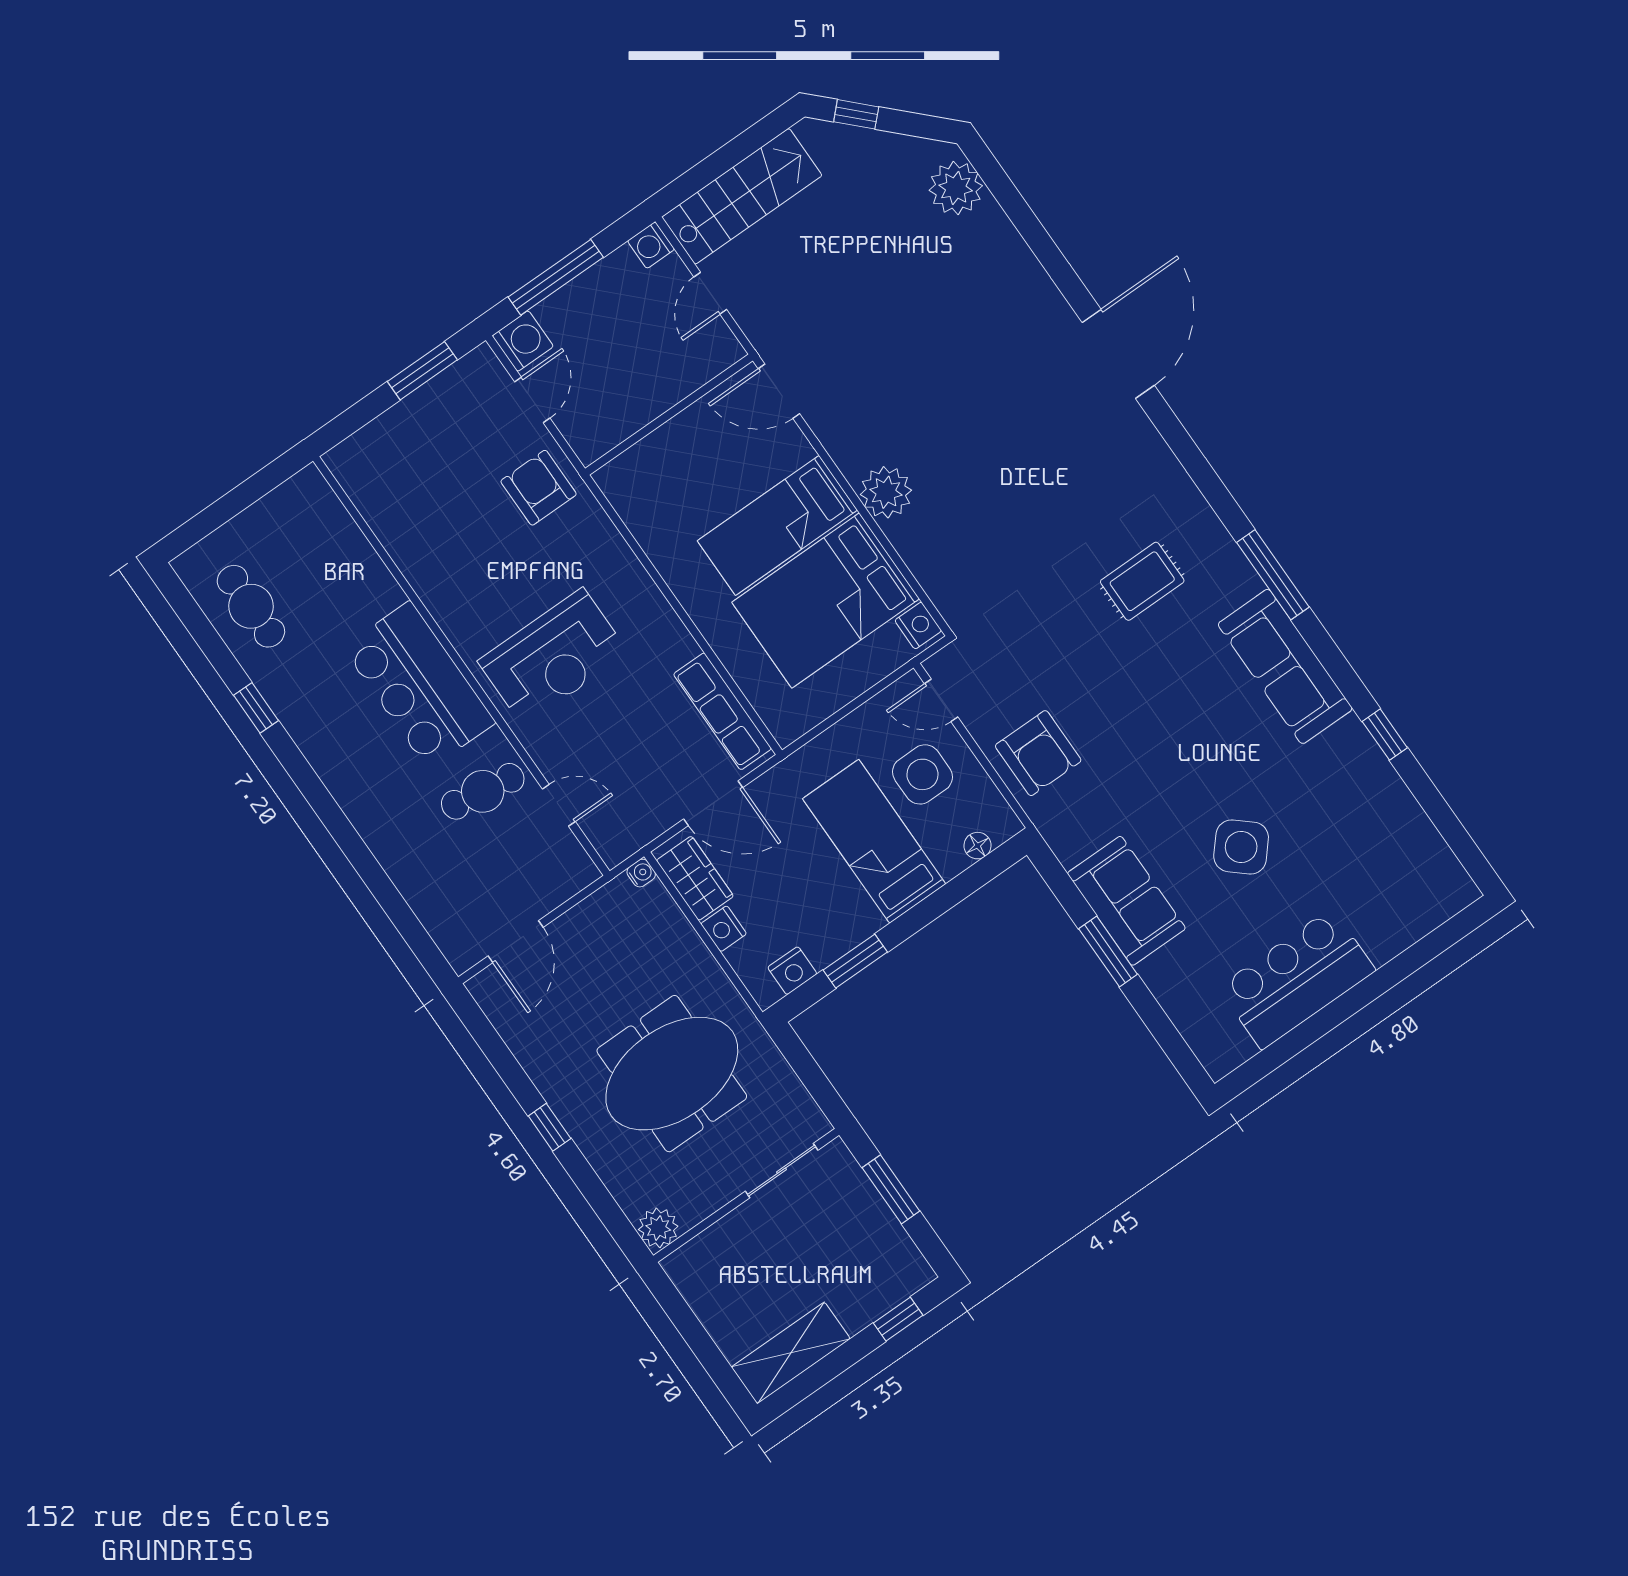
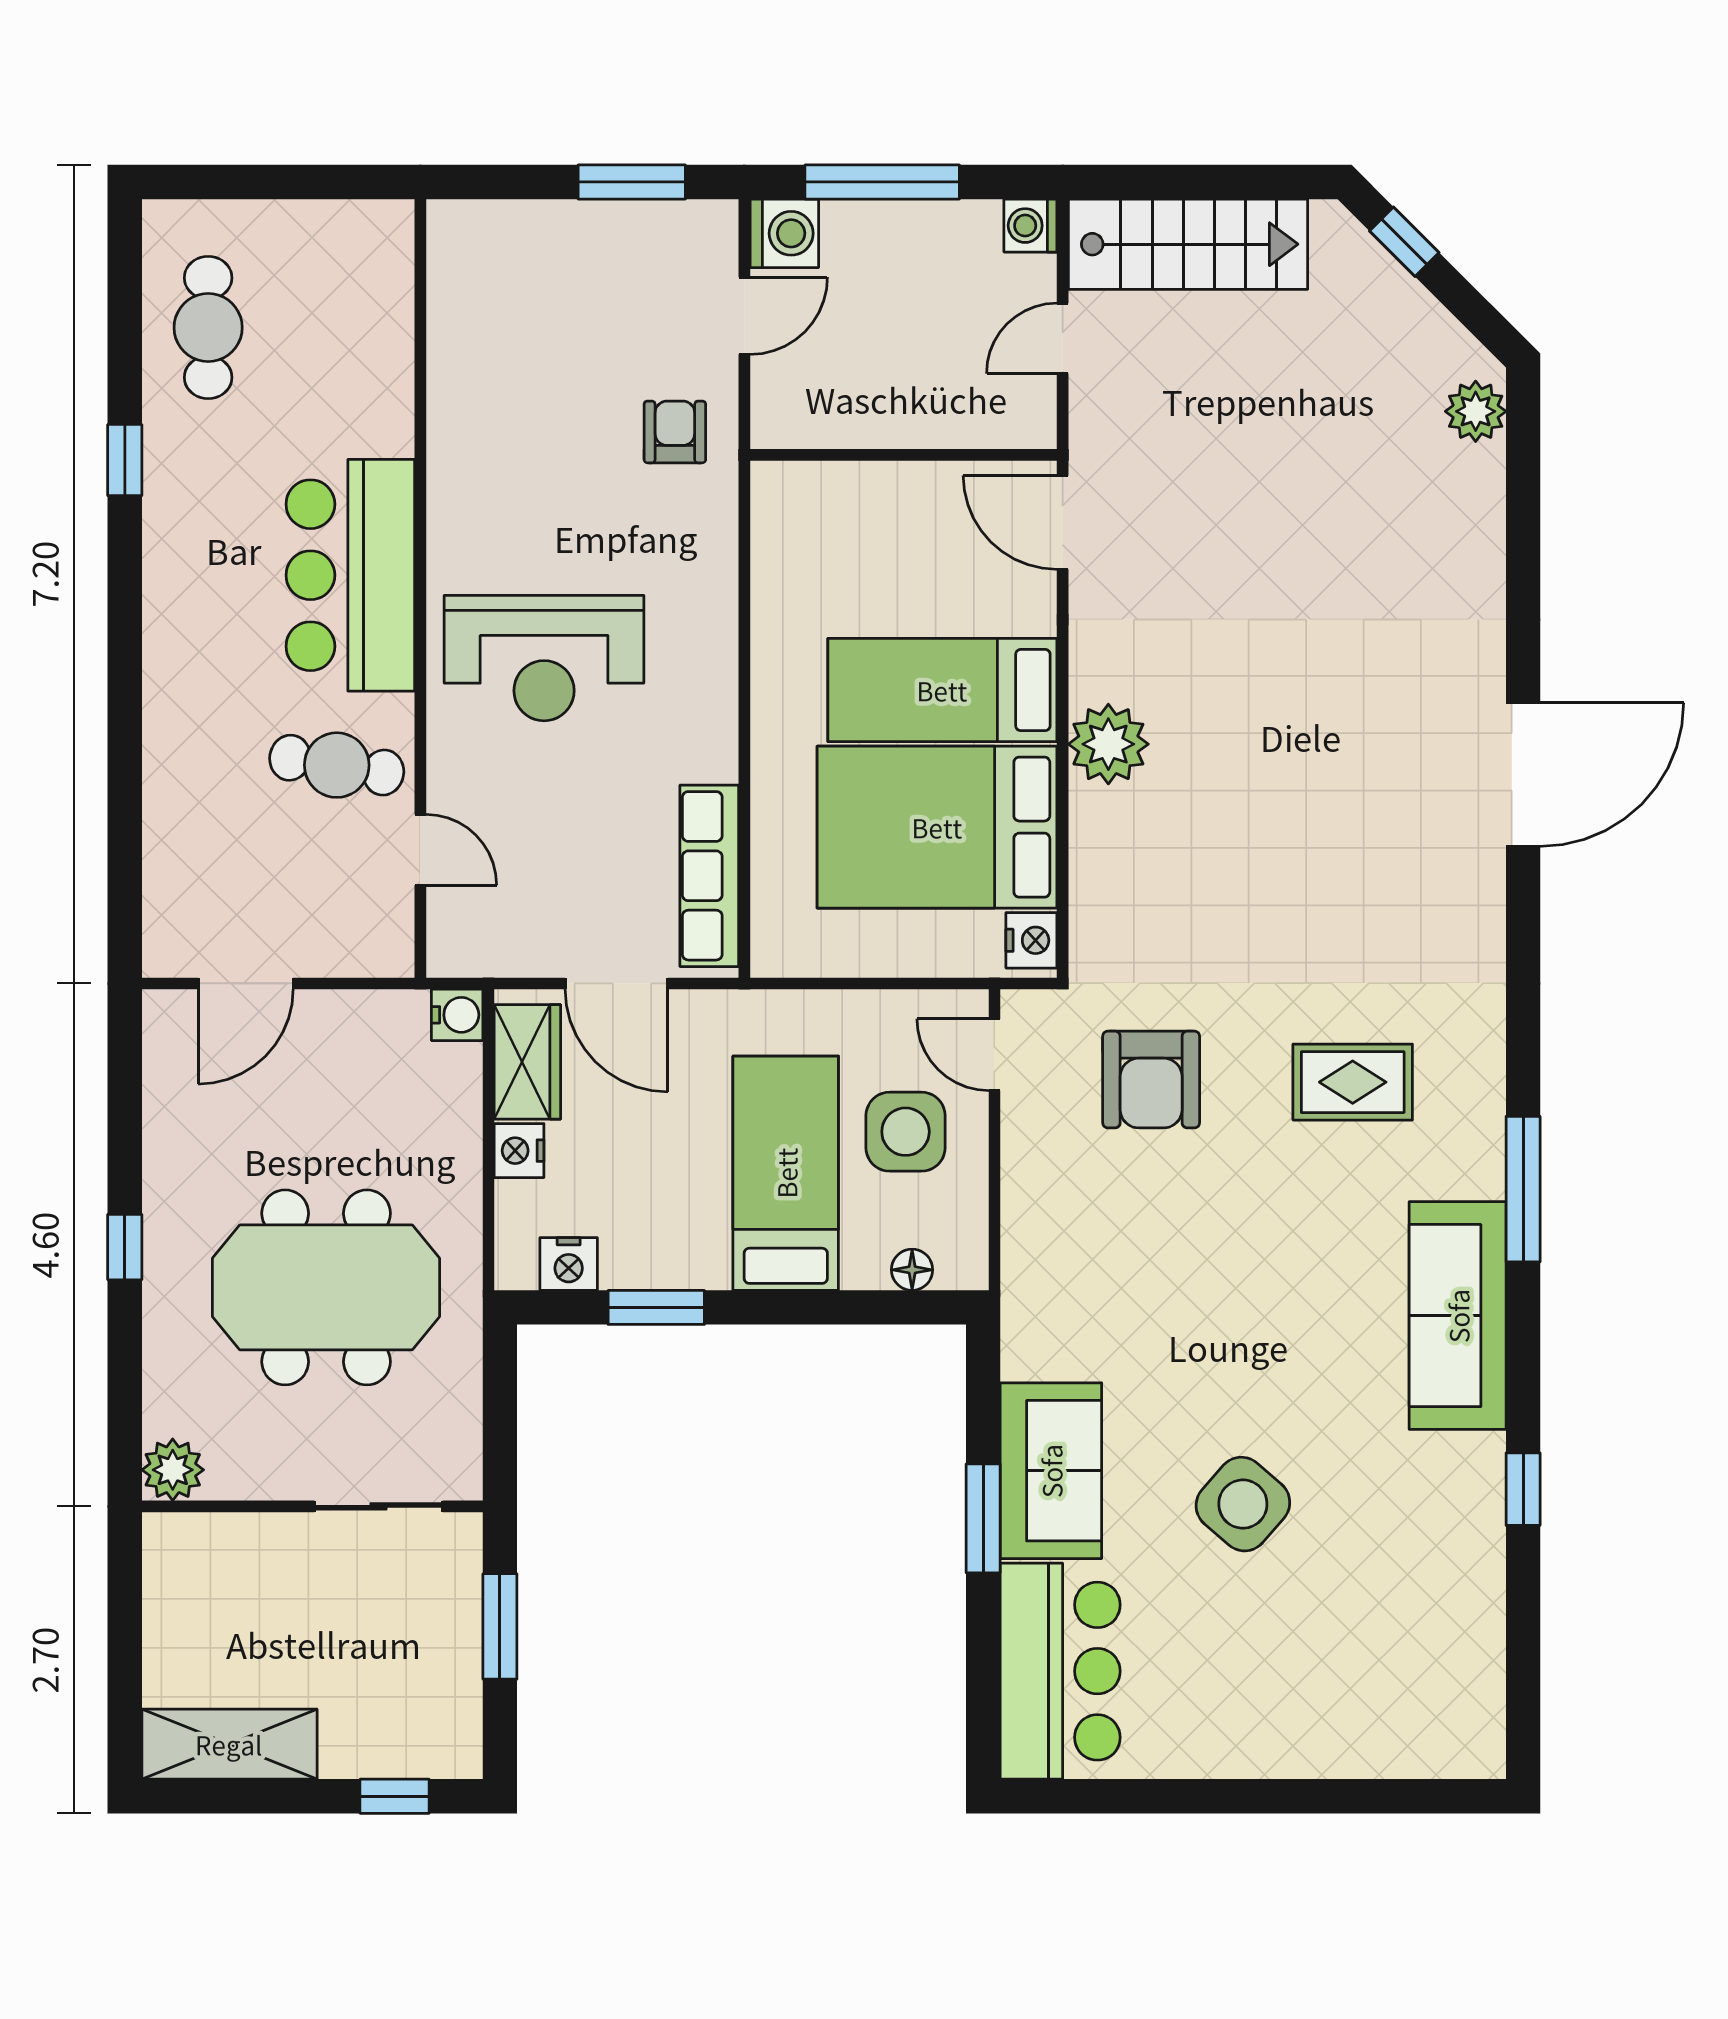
plant: (956, 188) -> (1476, 411), width x0.73, depth x0.73
armchair: (539, 488) -> (675, 432), width x0.72, depth x0.72
armchair: (1038, 753) -> (1151, 1080), moved
water cooler: (641, 873) -> (457, 1015), width x1.38, depth x1.38
bar counter: (1297, 979) -> (1060, 1671), moved, turned 90

